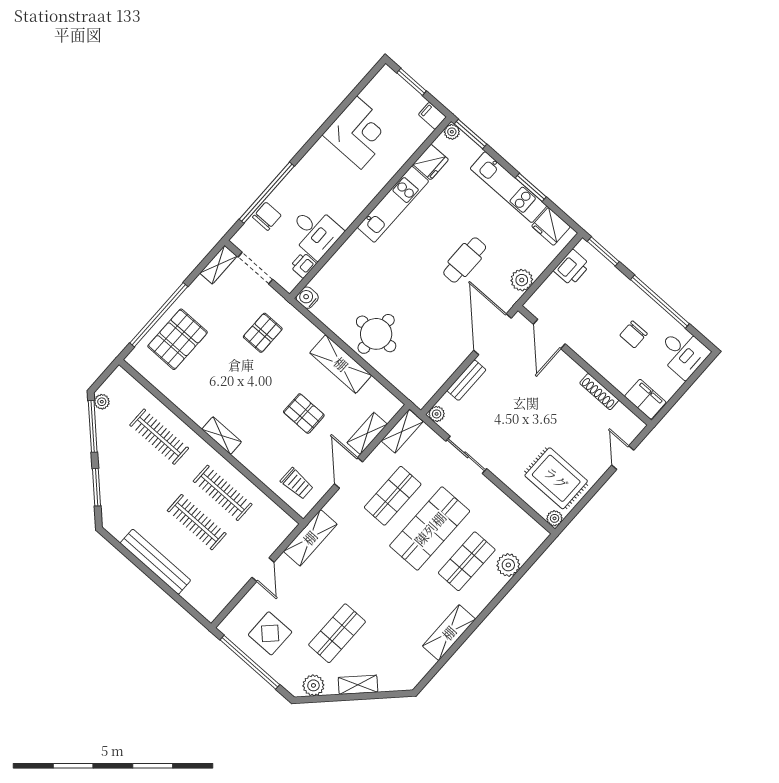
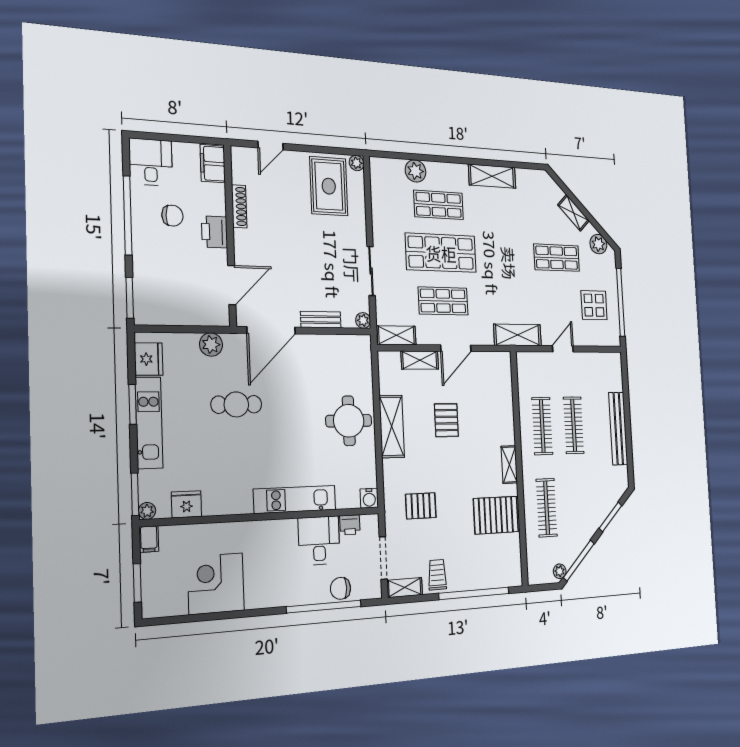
kitchen unit: (393, 204) -> (295, 499), moved
printer: (572, 268) -> (215, 232), moved, turned -90
pallet: (178, 339) -> (496, 515), moved
trolley: (297, 484) -> (437, 575), moved

